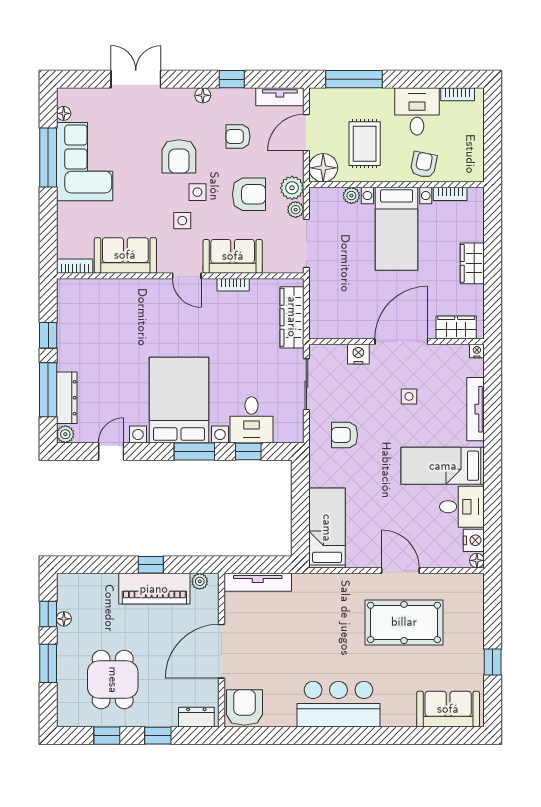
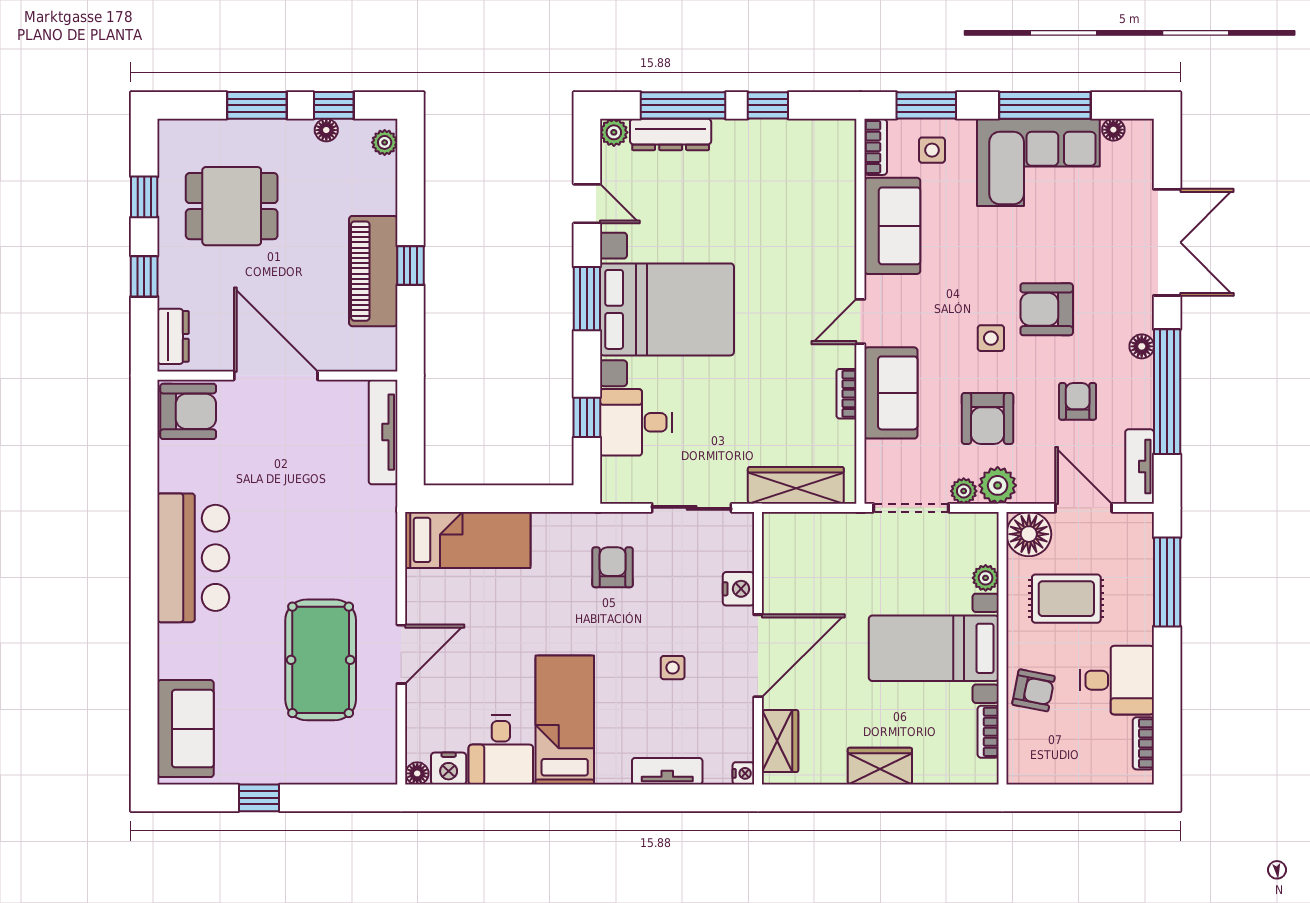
double door: (136, 79) -> (1167, 242), width x1.37
window: (232, 79) -> (1167, 392), width x3.17
side table: (182, 221) -> (932, 150), moved
window: (48, 234) -> (926, 105), added
door: (401, 342) -> (758, 656), hinge flipped
tv unit: (476, 409) -> (667, 771), width x0.71
window: (194, 451) -> (587, 299), moved
plant: (200, 581) -> (385, 142), moved

